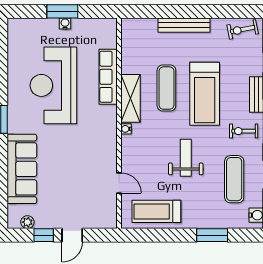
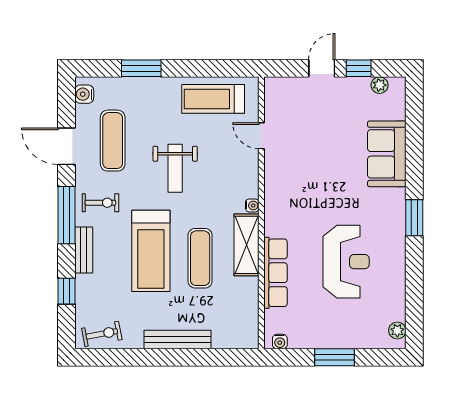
water cooler: (65, 24) -> (280, 342), moved
plant: (14, 32) -> (397, 330), added
reception desk: (53, 85) -> (346, 262), width x0.74, depth x0.77
treadmill: (205, 94) -> (151, 251), turned 180
sofa: (22, 169) -> (387, 154), width x0.73
treadmill: (156, 211) -> (213, 99), turned 180

